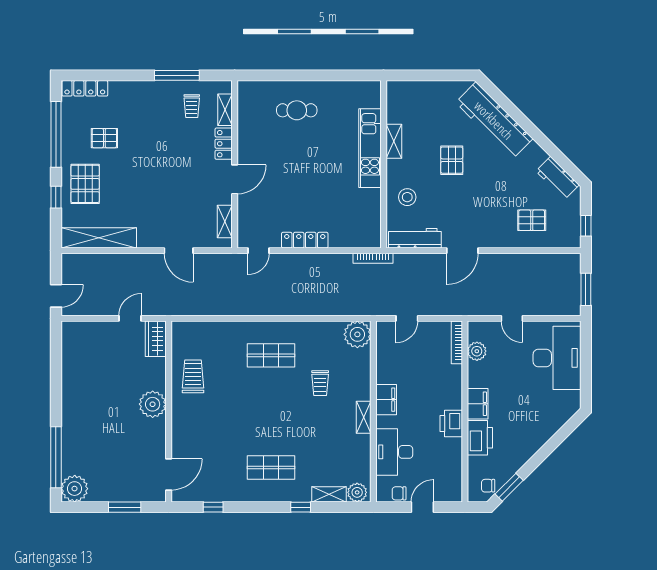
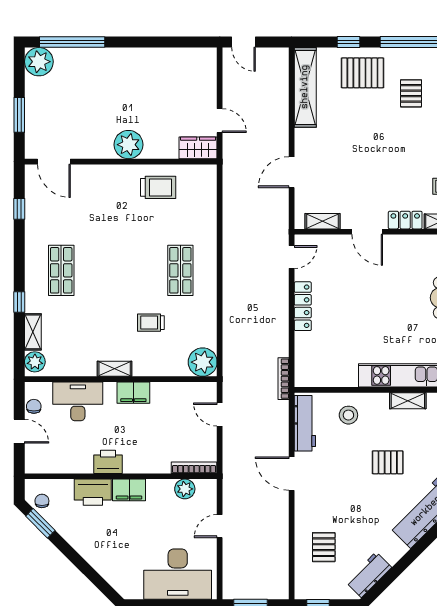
door: (258, 251) -> (292, 257), swing flipped

